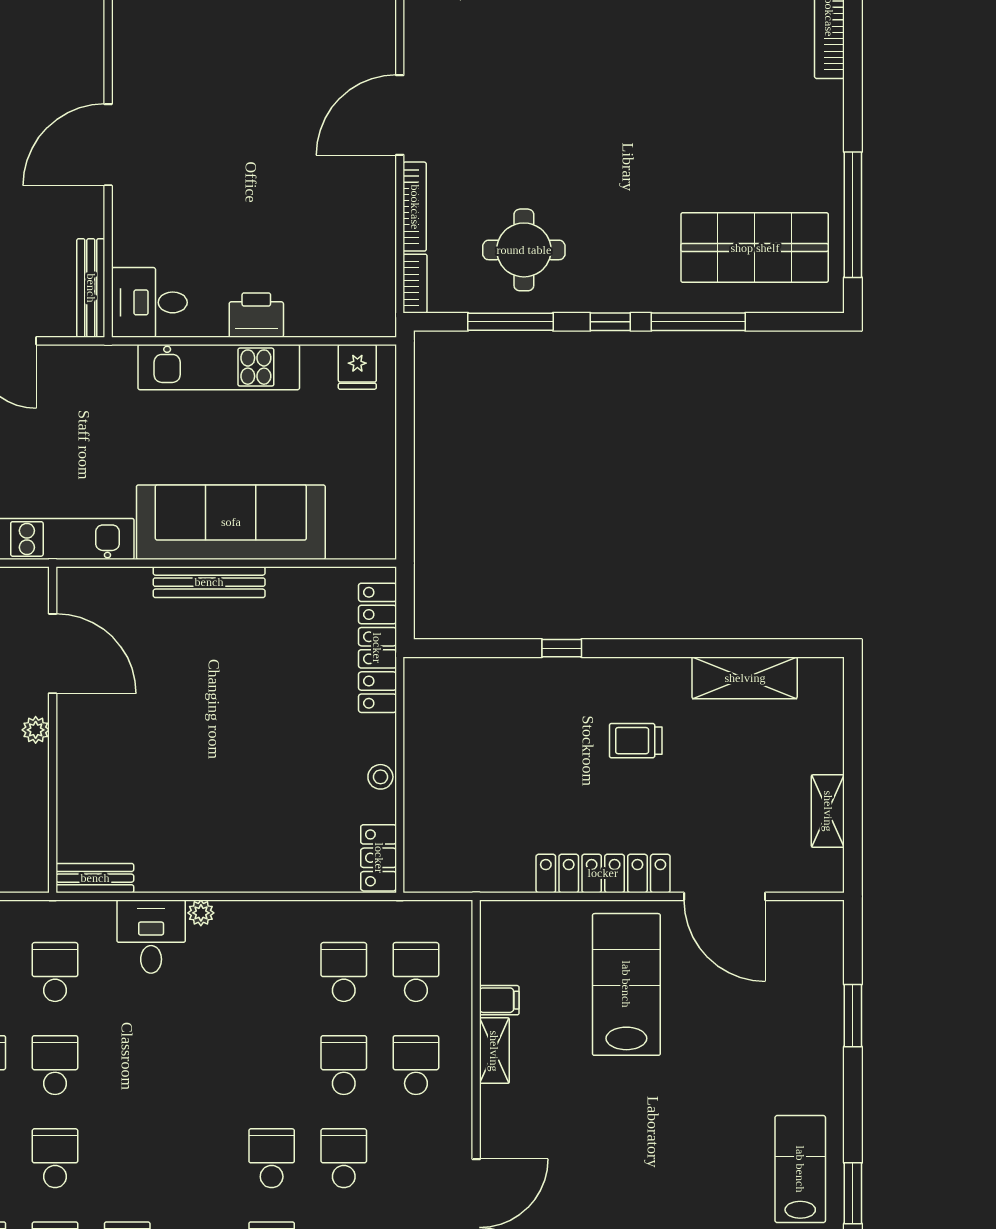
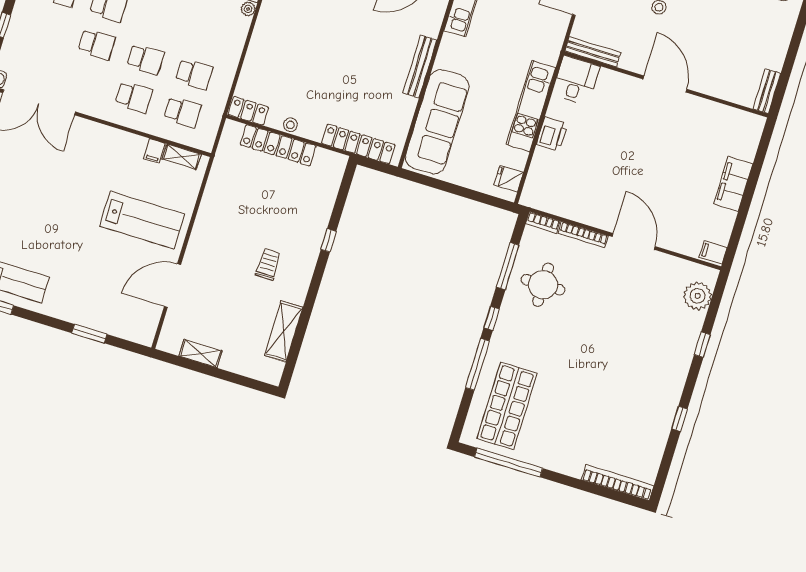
sofa: (231, 522) -> (437, 122), moved
locker: (603, 873) -> (278, 145), moved, turned 90
shelving: (494, 1051) -> (182, 157), moved

